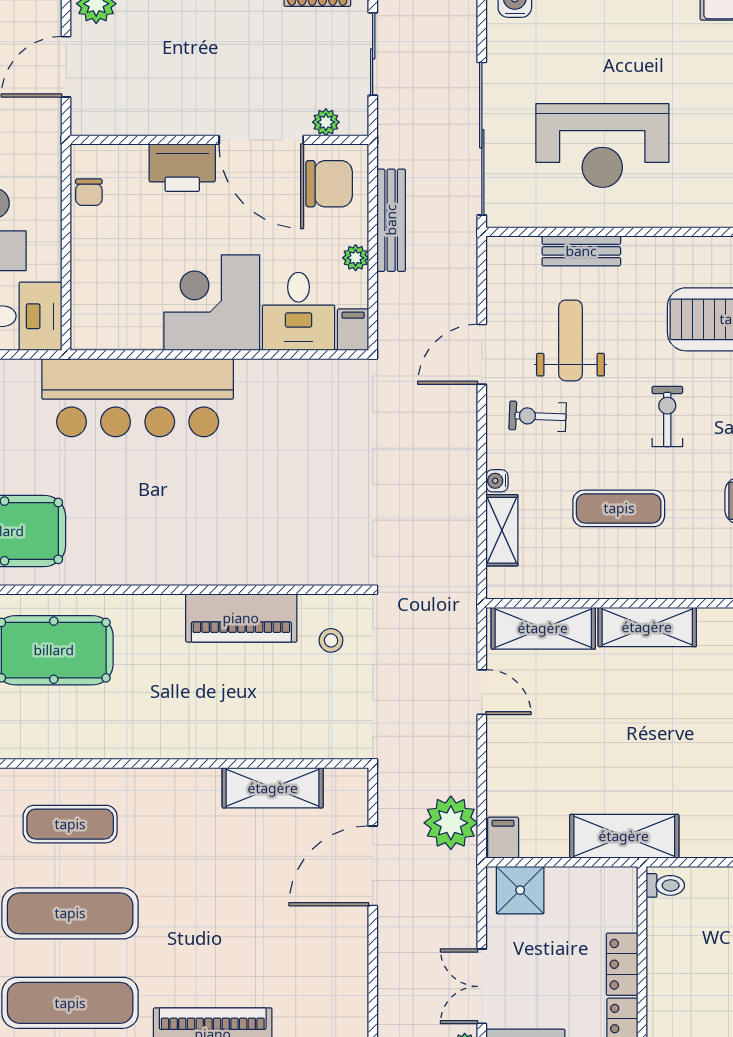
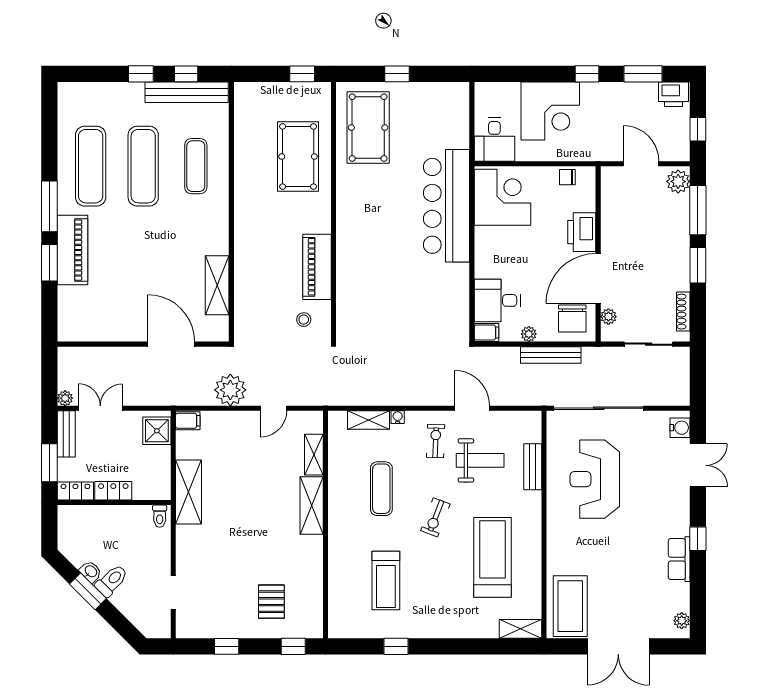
corner desk: (212, 303) -> (502, 197), moved
exercise bike: (667, 416) -> (435, 517), turned 111
shelving: (543, 628) -> (314, 455), width x0.67, depth x0.75
plant: (451, 823) -> (230, 390), moved

